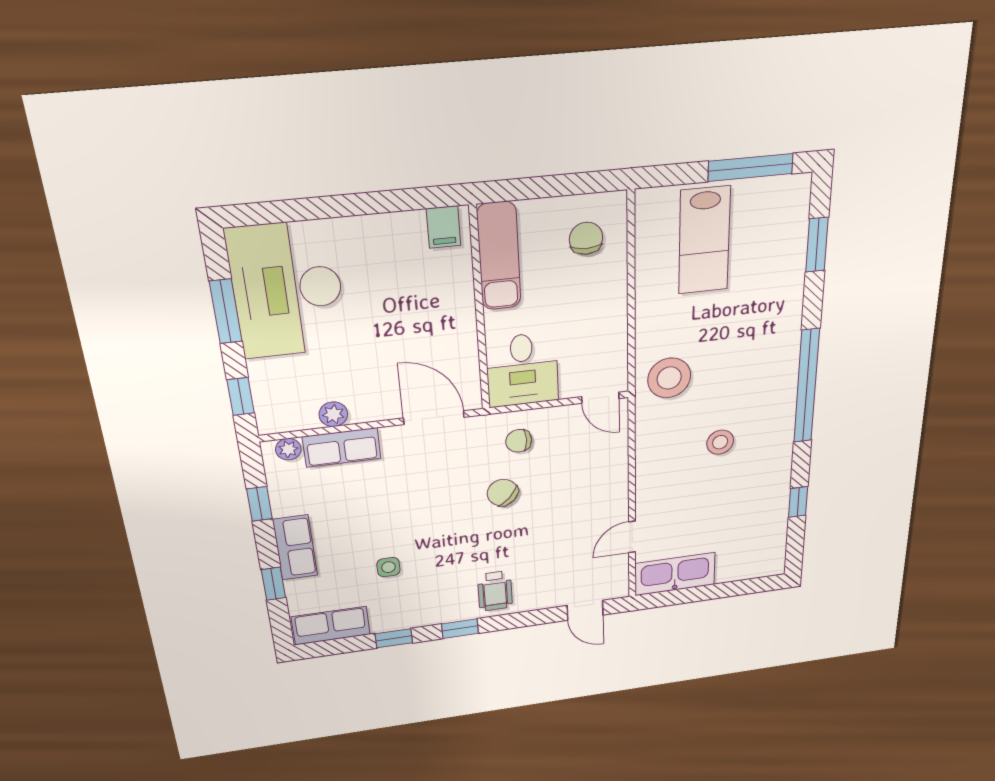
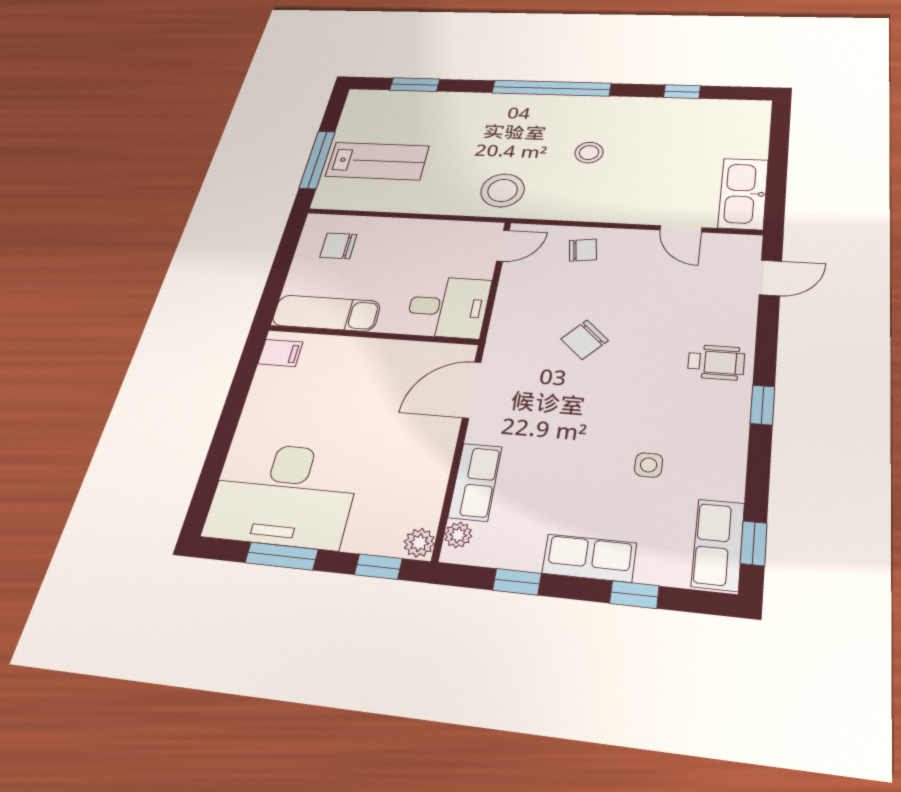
window: (751, 168) -> (317, 160), moved
plant: (333, 414) -> (419, 543), moved
chair: (519, 441) -> (583, 250), moved, turned -98
window: (394, 638) -> (754, 543), moved

